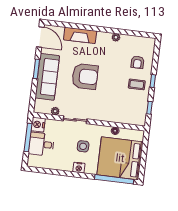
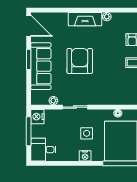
fireplace: (80, 35) -> (85, 19), moved
armchair: (85, 76) -> (80, 61), turned -90
desk: (41, 144) -> (43, 150), moved

